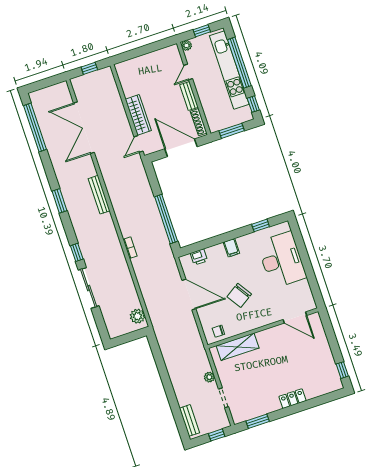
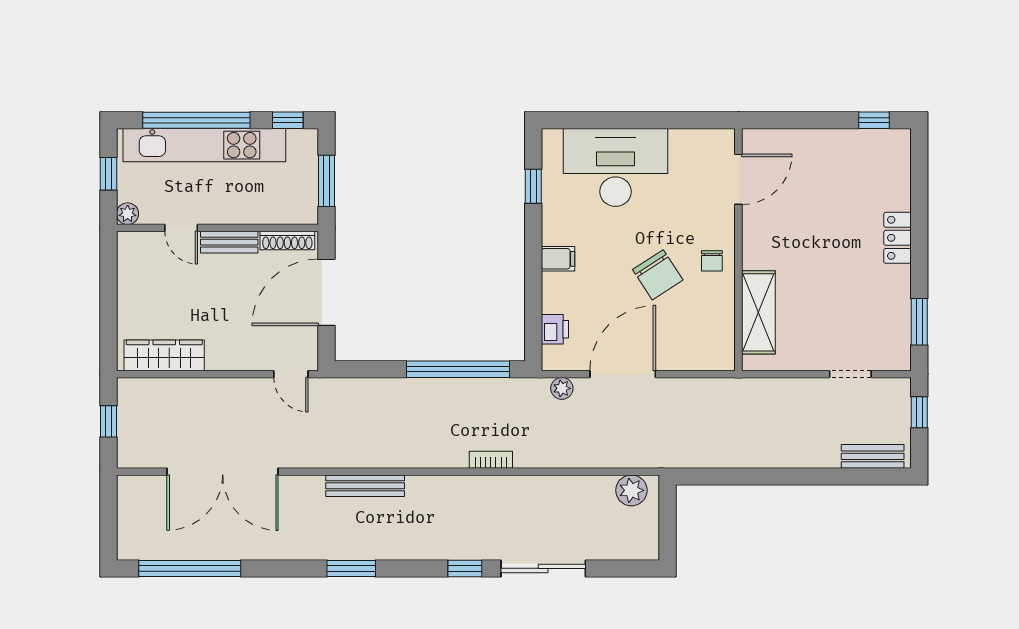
wardrobe: (138, 115) -> (164, 355), moved
chair: (218, 331) -> (712, 261), moved
plant: (209, 377) -> (562, 388), moved

